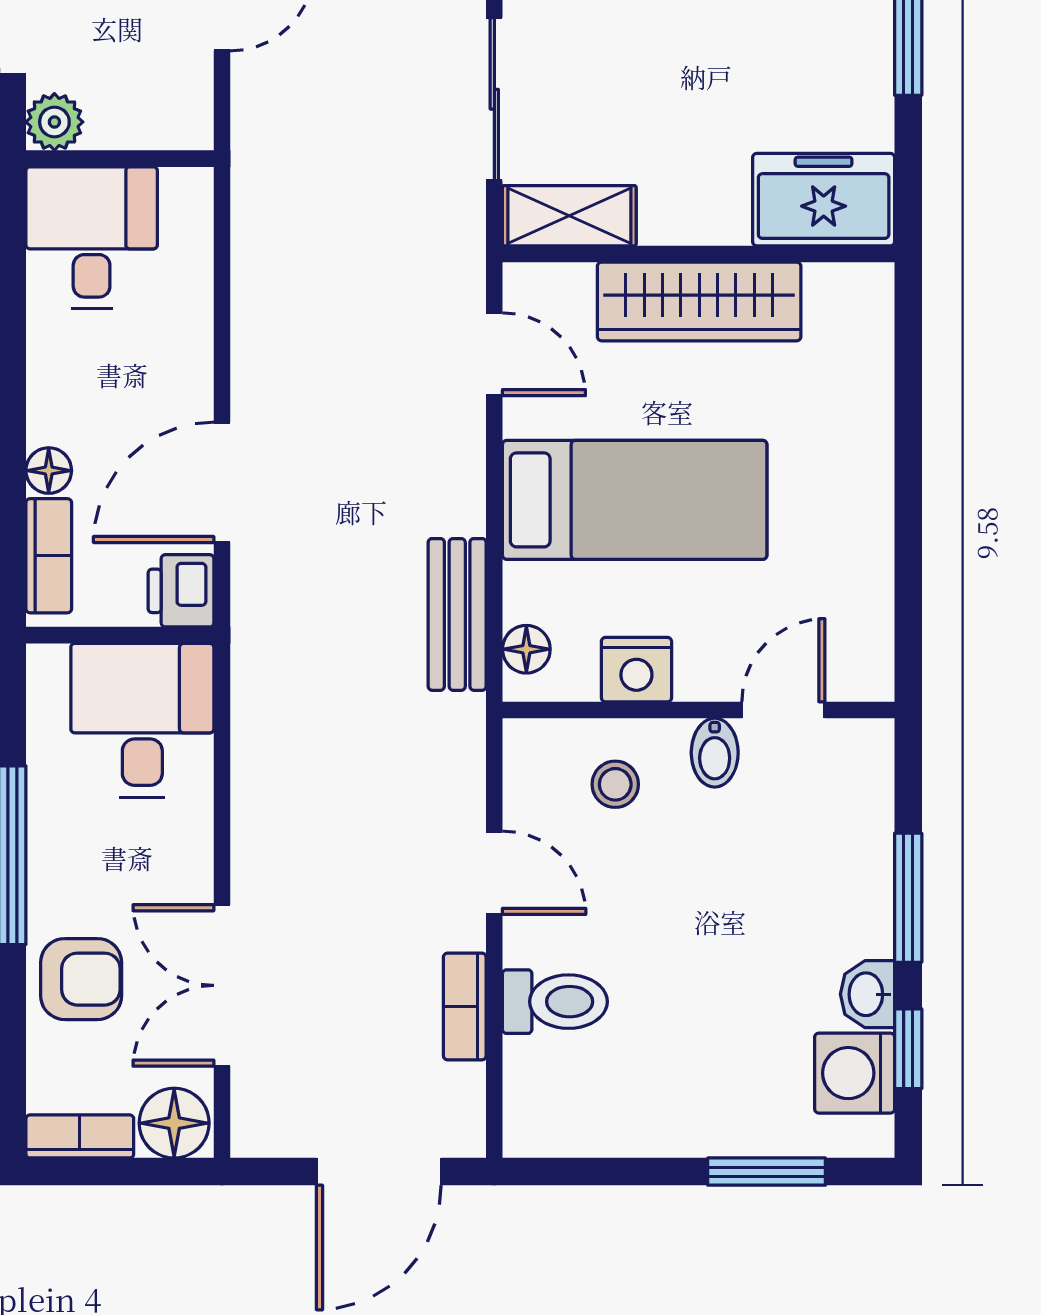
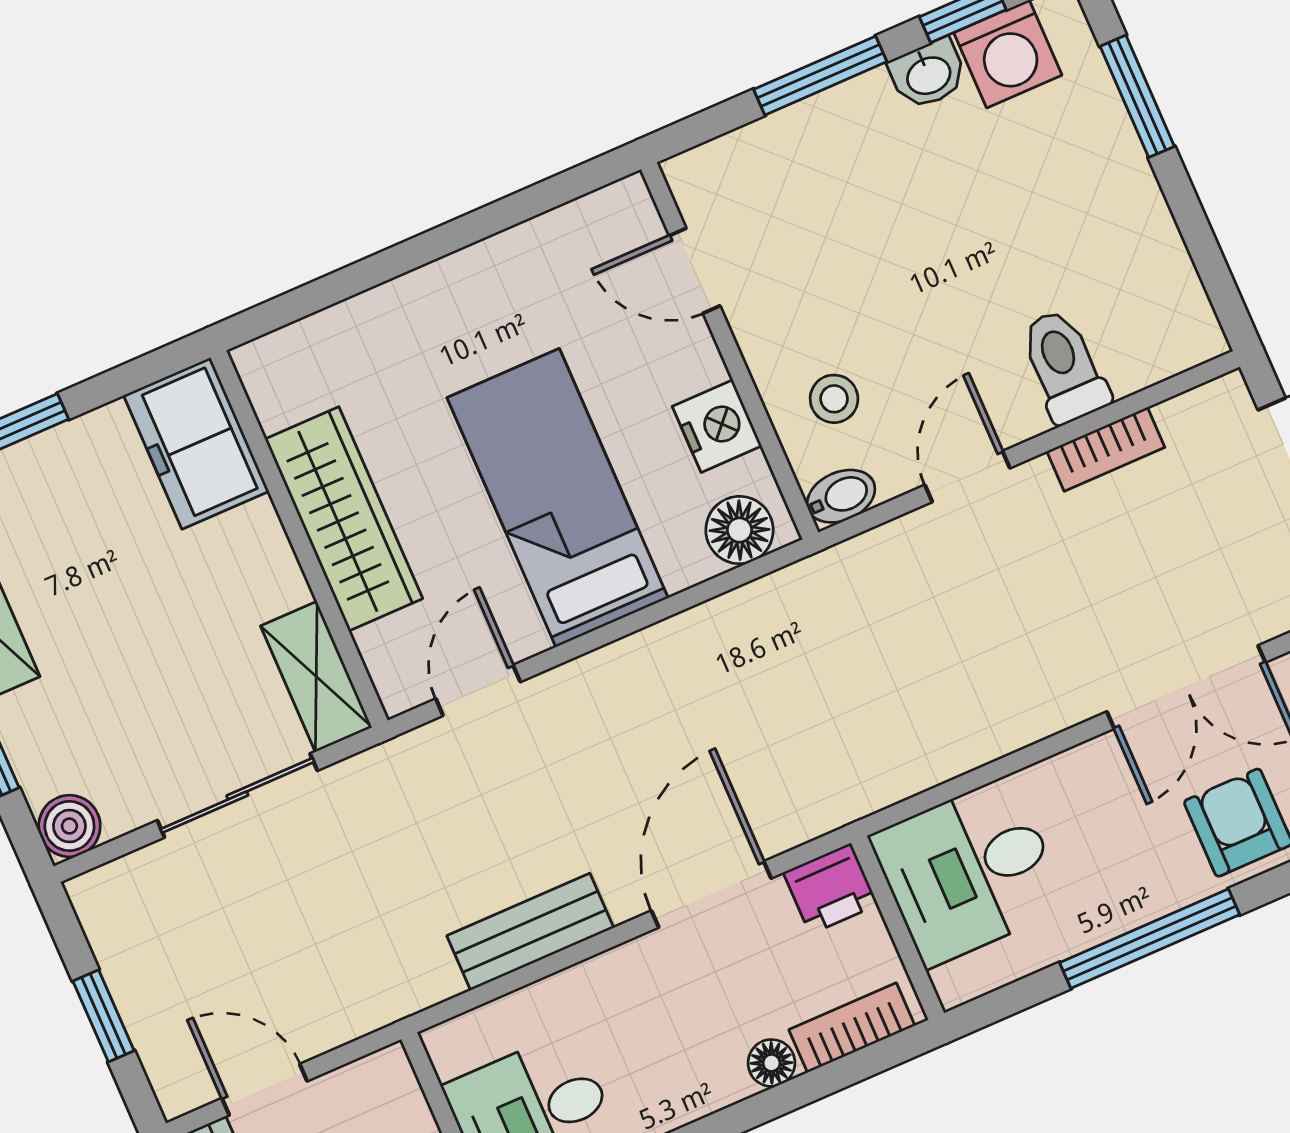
door: (222, 482) -> (711, 894), swing flipped
bench: (457, 614) -> (530, 932), moved
floor lamp: (526, 649) -> (740, 530), width x1.37, depth x1.37
bidet: (715, 753) -> (841, 496), moved

